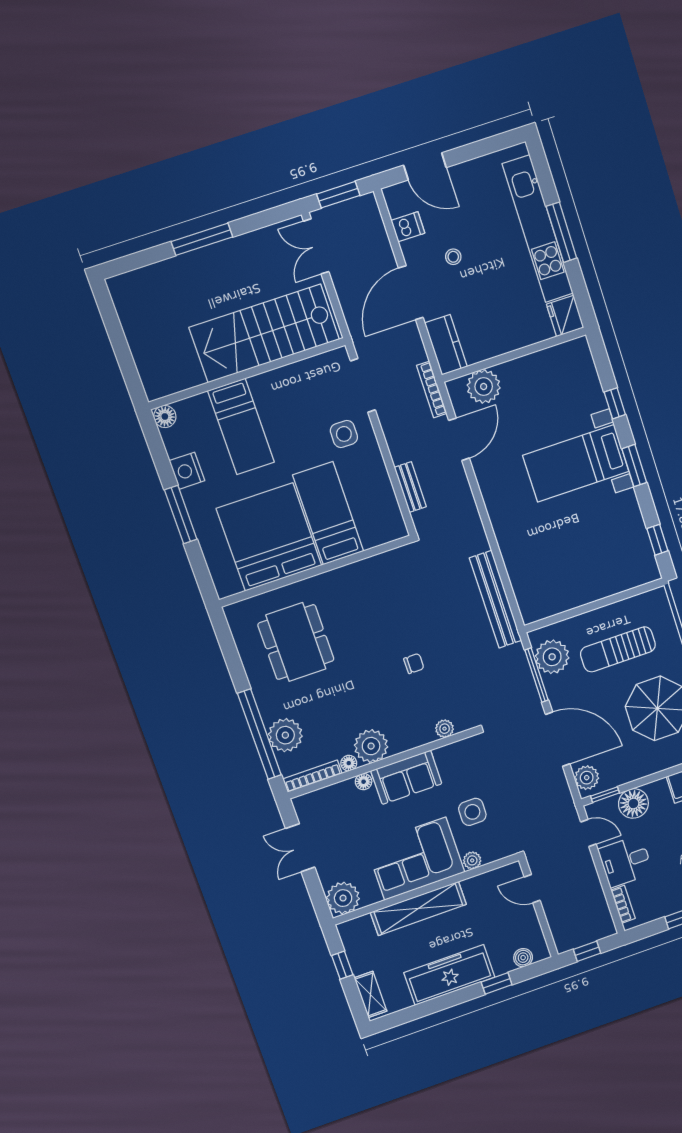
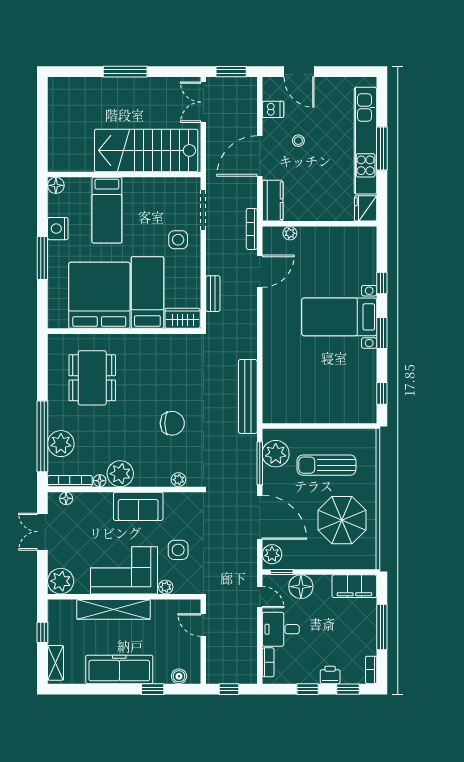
plant: (484, 387) -> (290, 233), width x0.53, depth x0.53
wardrobe: (383, 531) -> (183, 318), added
chair: (414, 663) -> (172, 423), width x1.87, depth x1.87
floor lamp: (364, 782) -> (66, 498), moved

